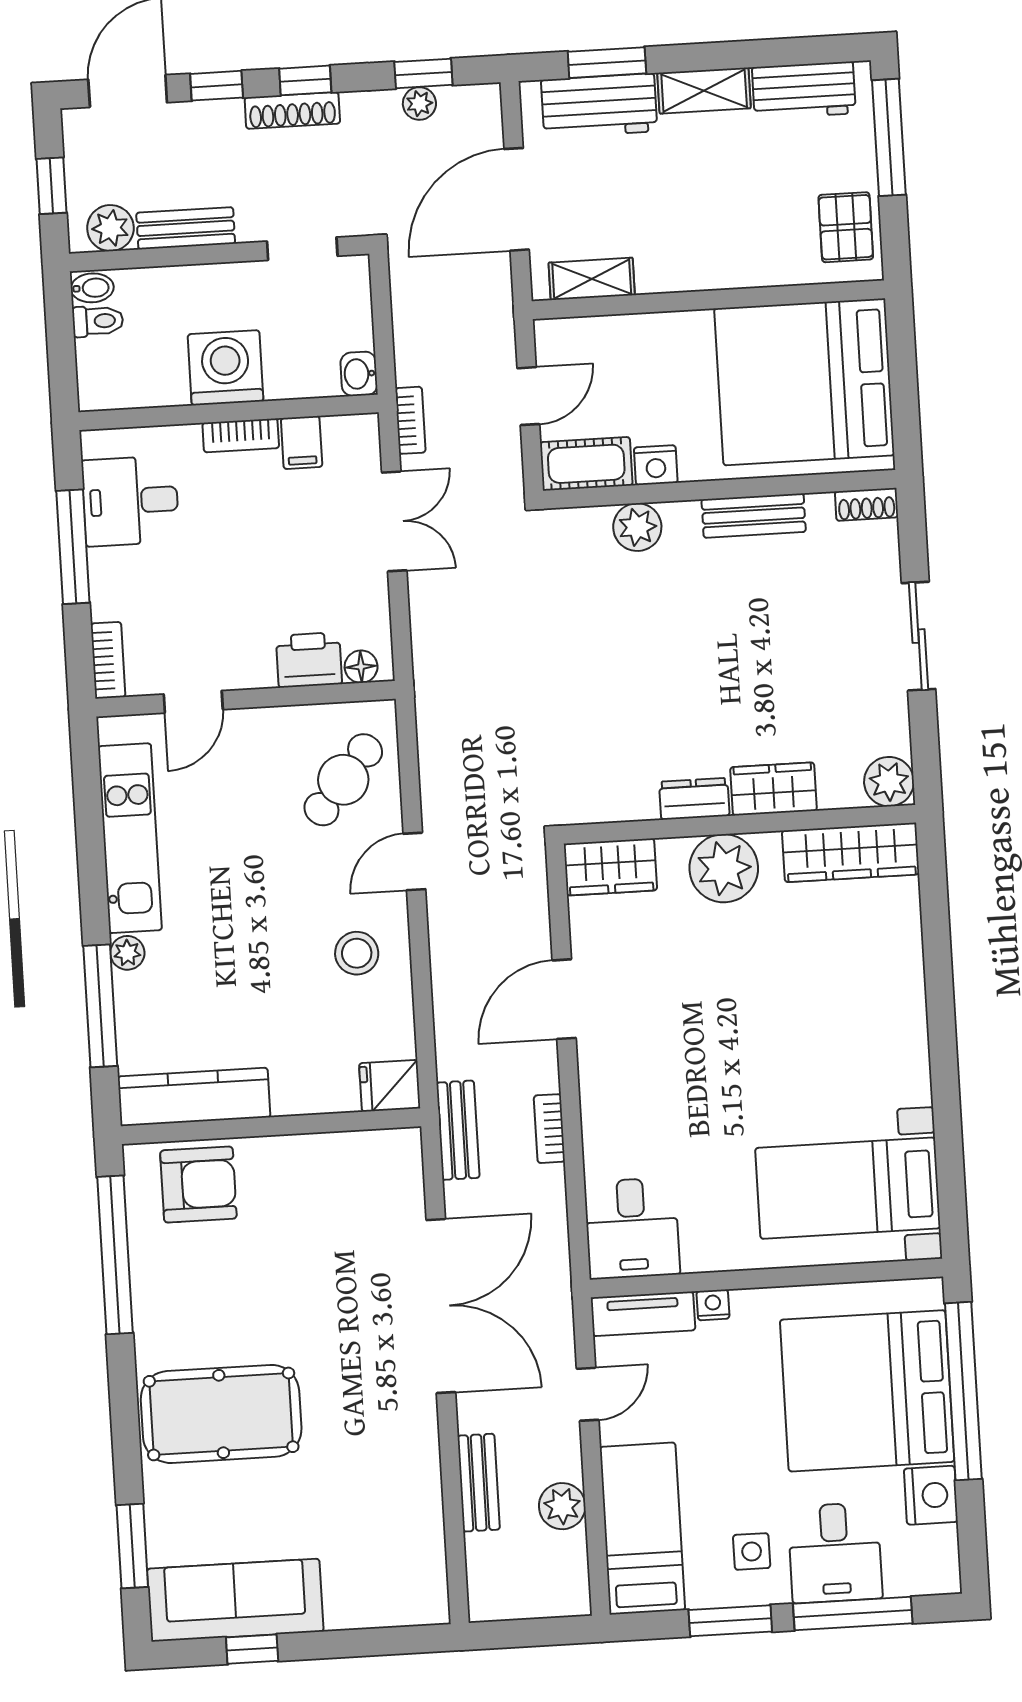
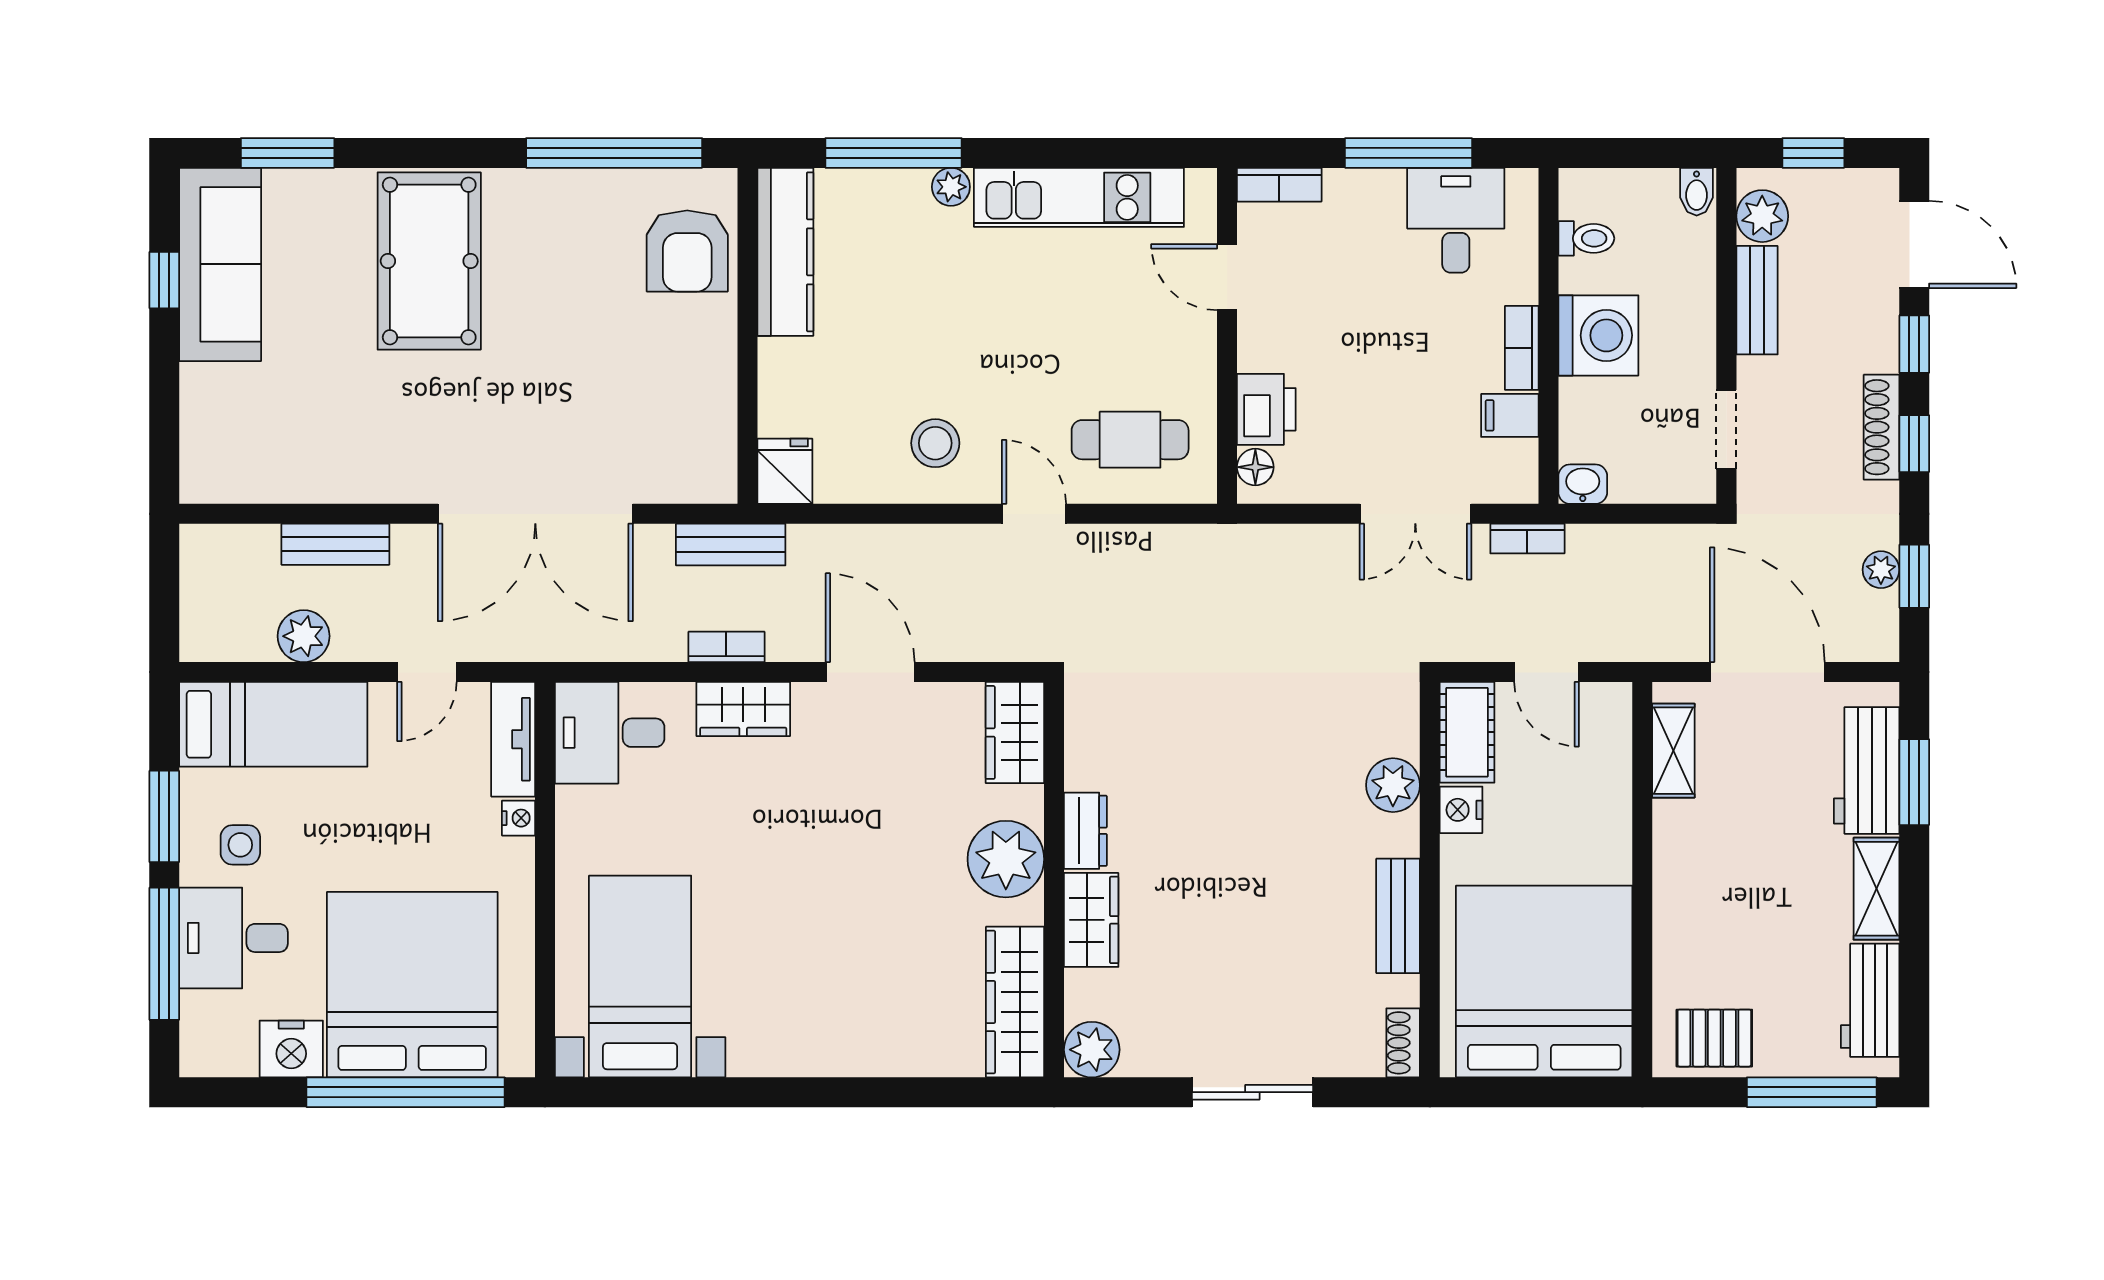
toilet: (98, 321) -> (1586, 238), moved, turned -90
cafe table: (343, 780) -> (1130, 440), turned -40
wardrobe: (604, 1110) -> (743, 709), added
door: (588, 1394) -> (427, 672), hinge flipped

